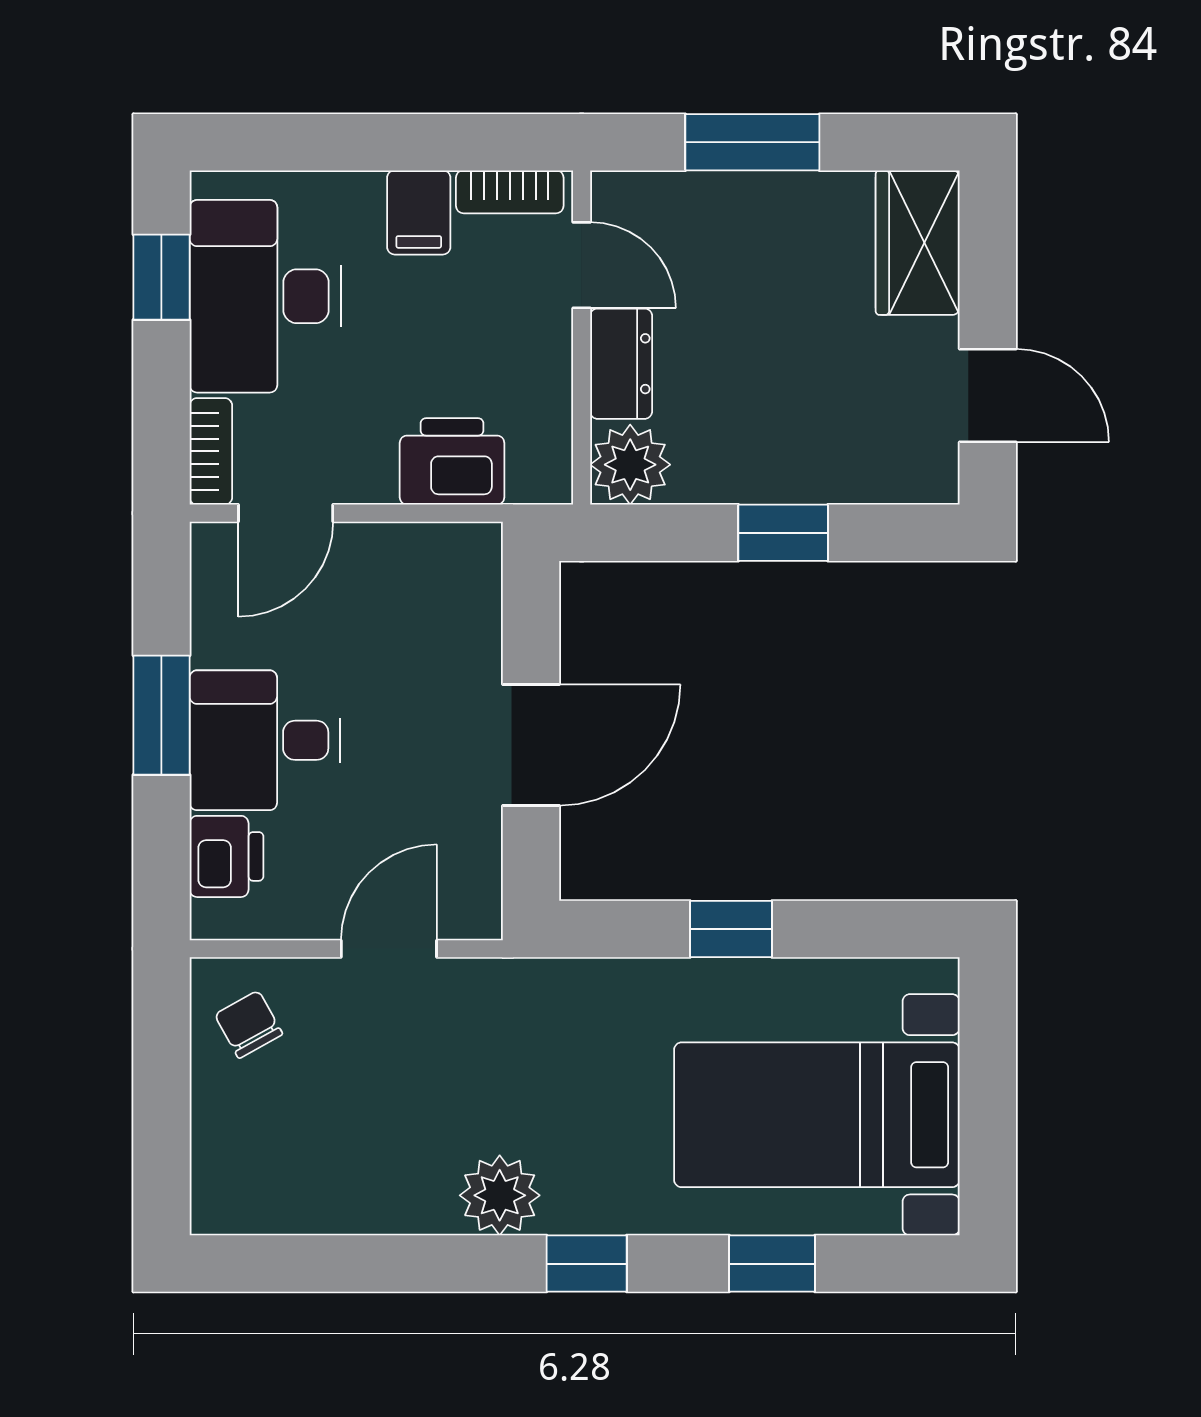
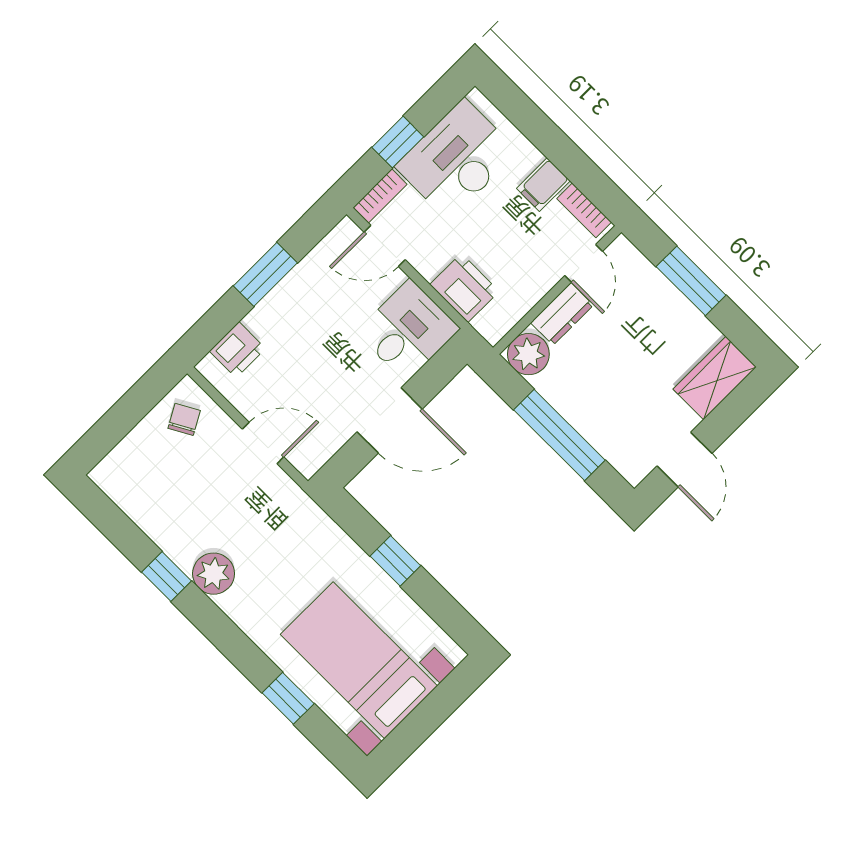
window: (161, 277) -> (398, 142), moved
window: (783, 533) -> (559, 435), width x2.17
desk: (265, 740) -> (408, 330), moved, turned 90
window: (587, 1264) -> (167, 577), moved

